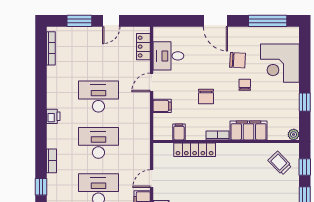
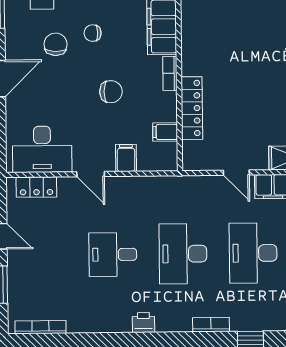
desk: (168, 56) -> (42, 149), width x1.37
desk: (98, 97) -> (113, 255), width x0.73

